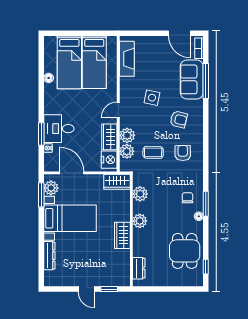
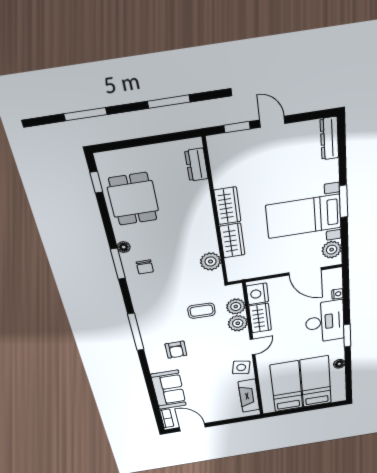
window: (206, 81) -> (136, 332), moved
side table: (152, 98) -> (241, 367), moved
armchair: (179, 119) -> (176, 350), turned -104
desk: (59, 129) -> (325, 322), width x1.37
window: (41, 134) -> (347, 336), moved
armchair: (183, 153) -> (163, 316), removed
wardrobe: (117, 182) -> (232, 241), moved, turned 90
window: (41, 195) -> (343, 201), moved
plant: (140, 221) -> (206, 228), removed
dresser: (49, 256) -> (329, 138), moved

